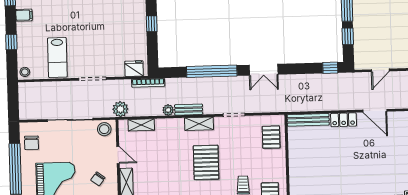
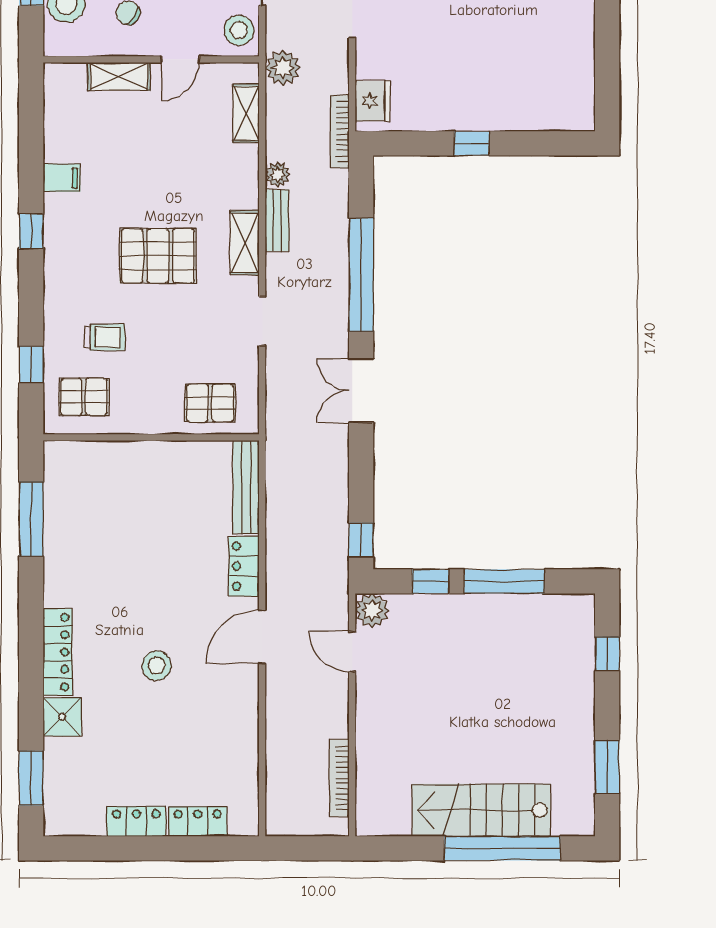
plant: (362, 62) -> (372, 610), added
stool: (389, 158) -> (157, 666), added

